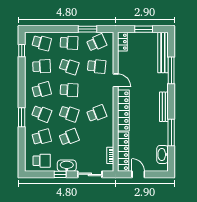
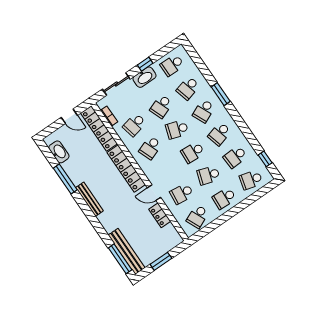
window: (88, 29) -> (215, 224), removed
locker: (122, 42) -> (160, 215), moved
window: (171, 70) -> (120, 259), moved
school desk: (42, 114) -> (204, 111), turned -45
school desk: (97, 137) -> (134, 125), added

